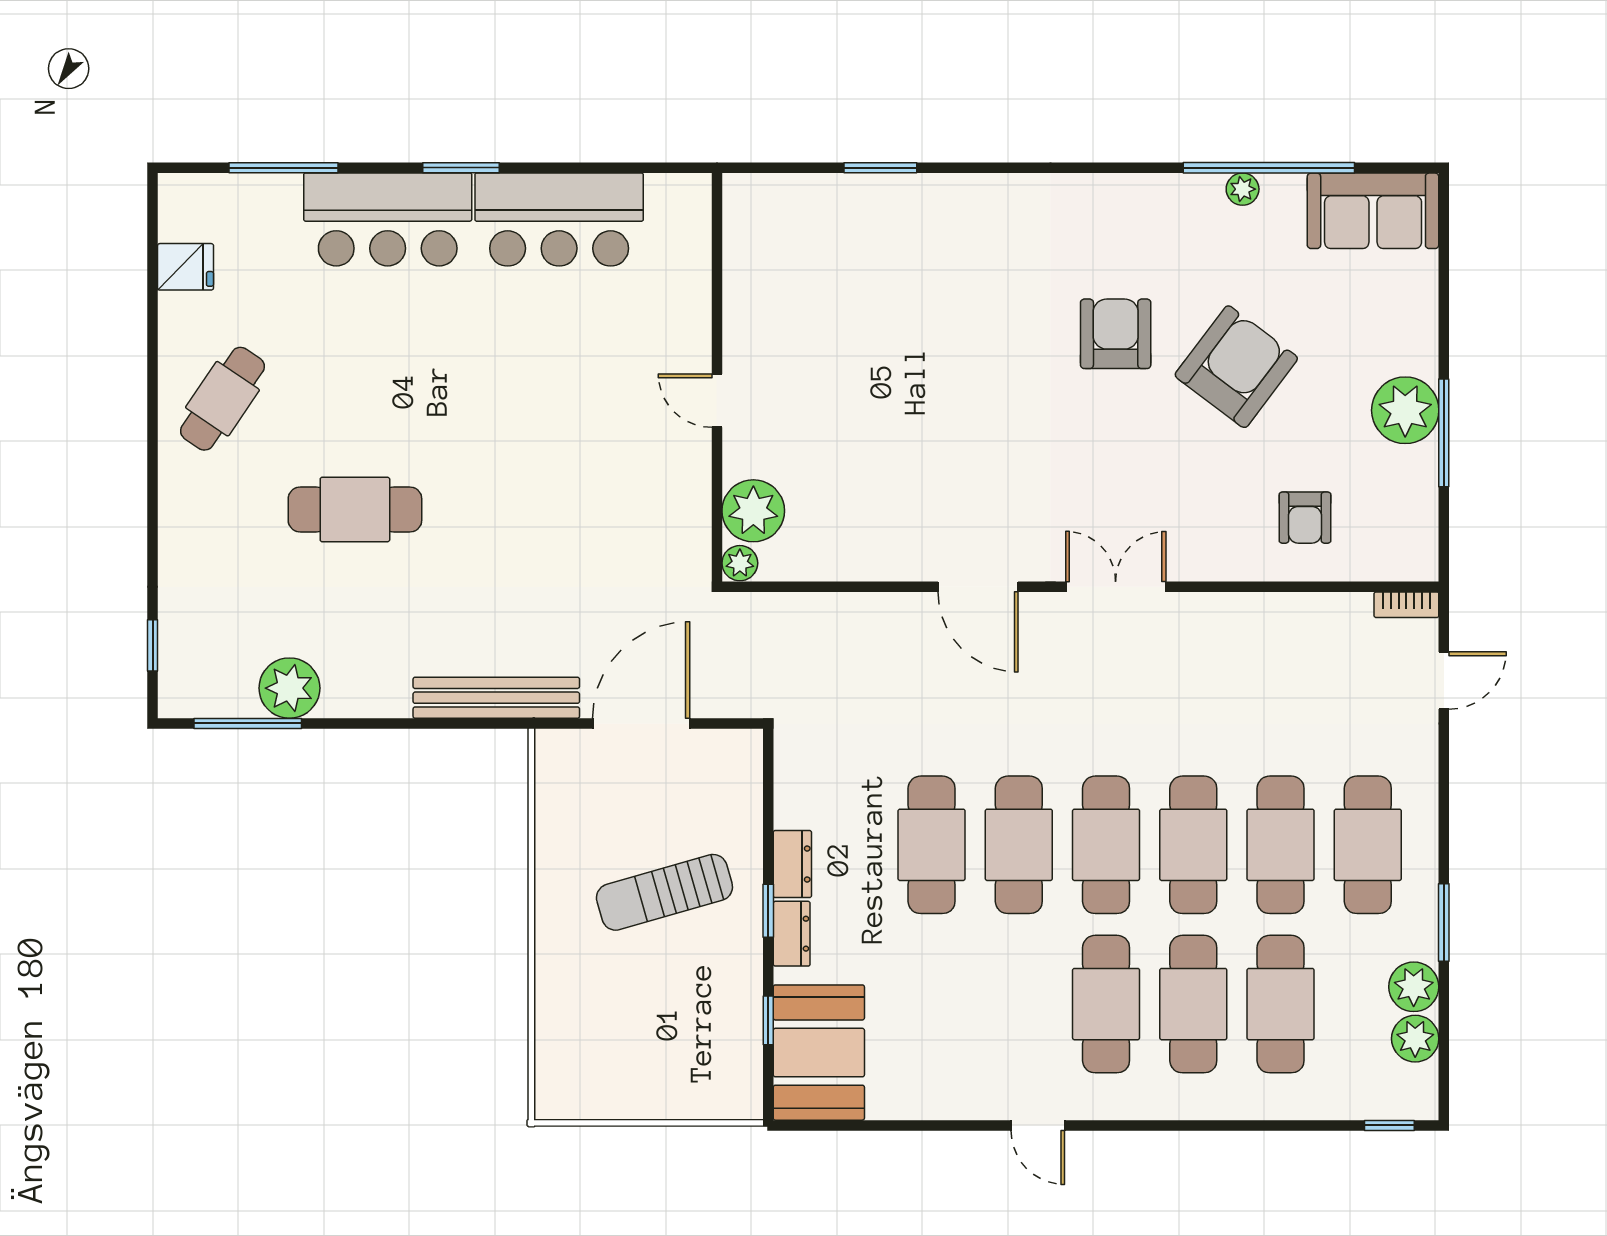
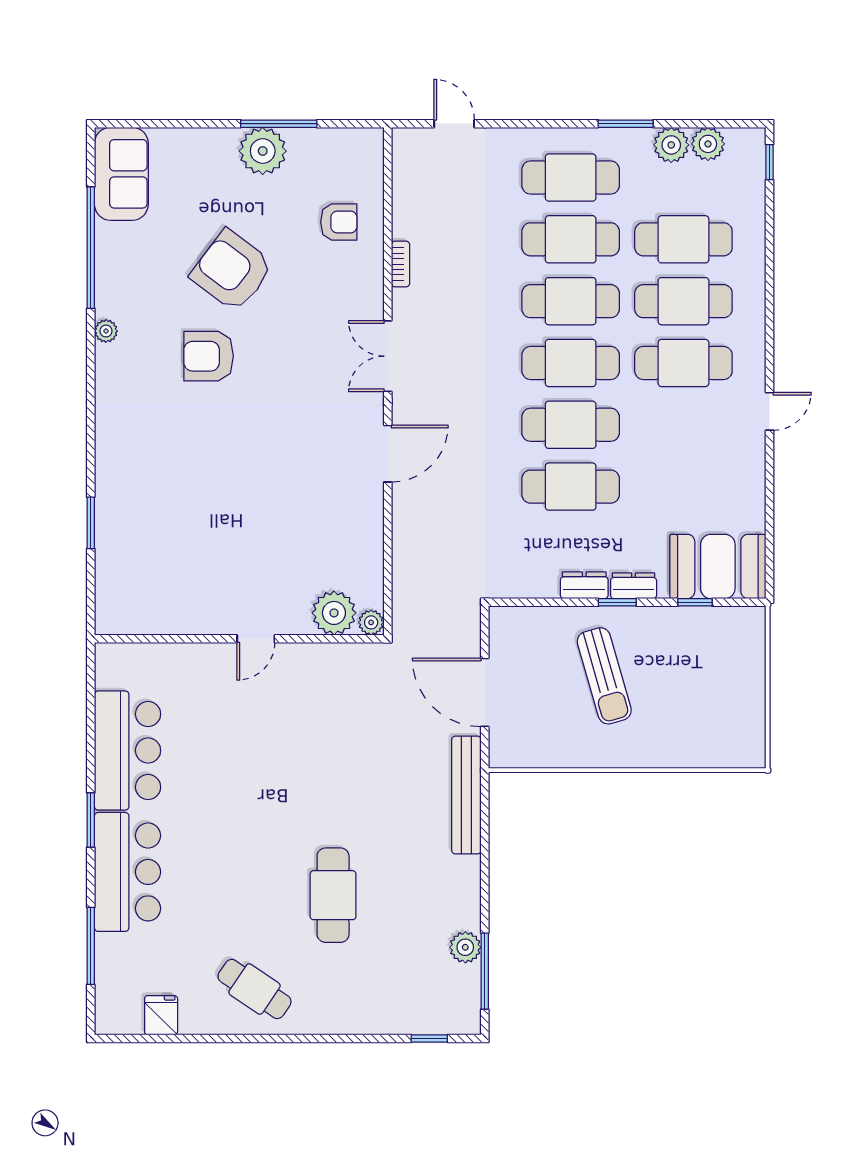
plant: (1243, 189) -> (106, 331), moved
bookcase: (1406, 605) -> (400, 264), moved
plant: (289, 688) -> (465, 947), width x0.73, depth x0.73

